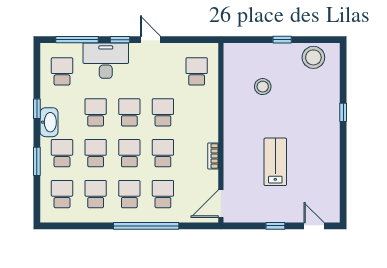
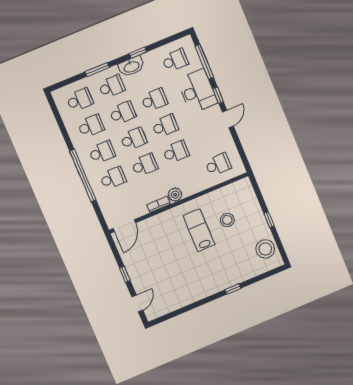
plant: (210, 133) -> (175, 195), added
lab bench: (275, 162) -> (199, 230), moved, turned -90
door: (221, 204) -> (124, 226), swing flipped

